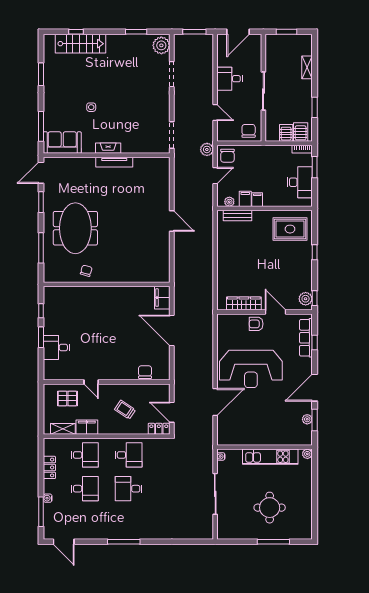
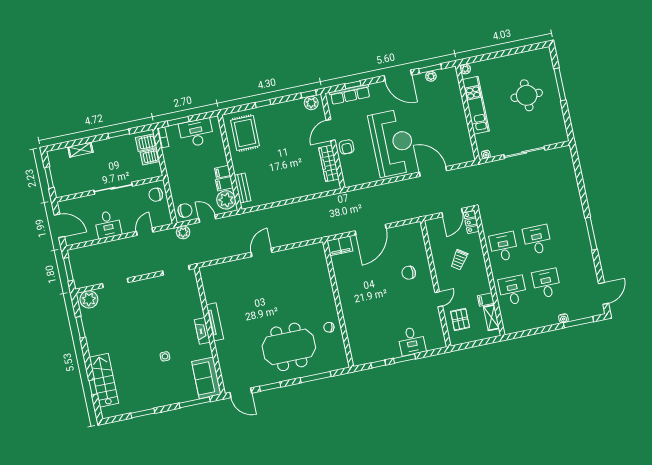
plant: (229, 202) -> (226, 200), width x1.88, depth x1.88
chair: (145, 372) -> (409, 273), moved
filing cabinet: (87, 427) -> (486, 299), width x0.50
locker: (49, 467) -> (533, 323), removed
desk: (129, 489) -> (537, 240), turned 180

